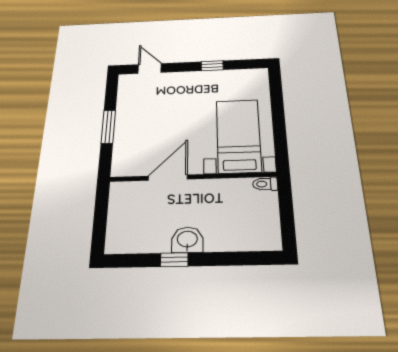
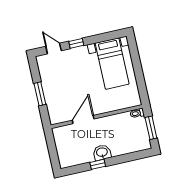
window: (212, 66) -> (76, 43), moved
bed with nightstands: (238, 136) -> (112, 64), moved, turned 180
window: (287, 213) -> (151, 128), added

